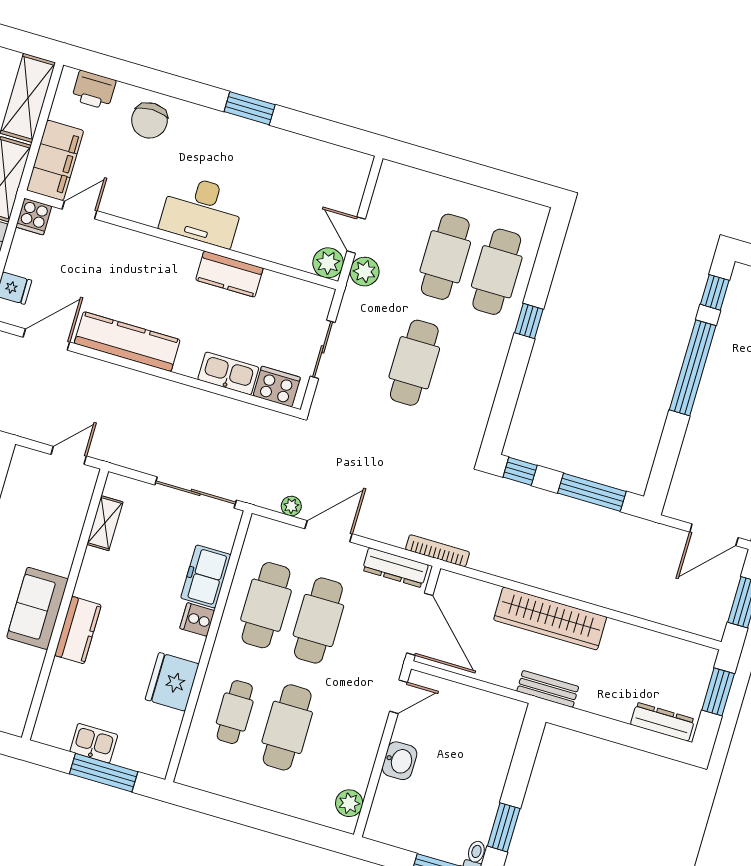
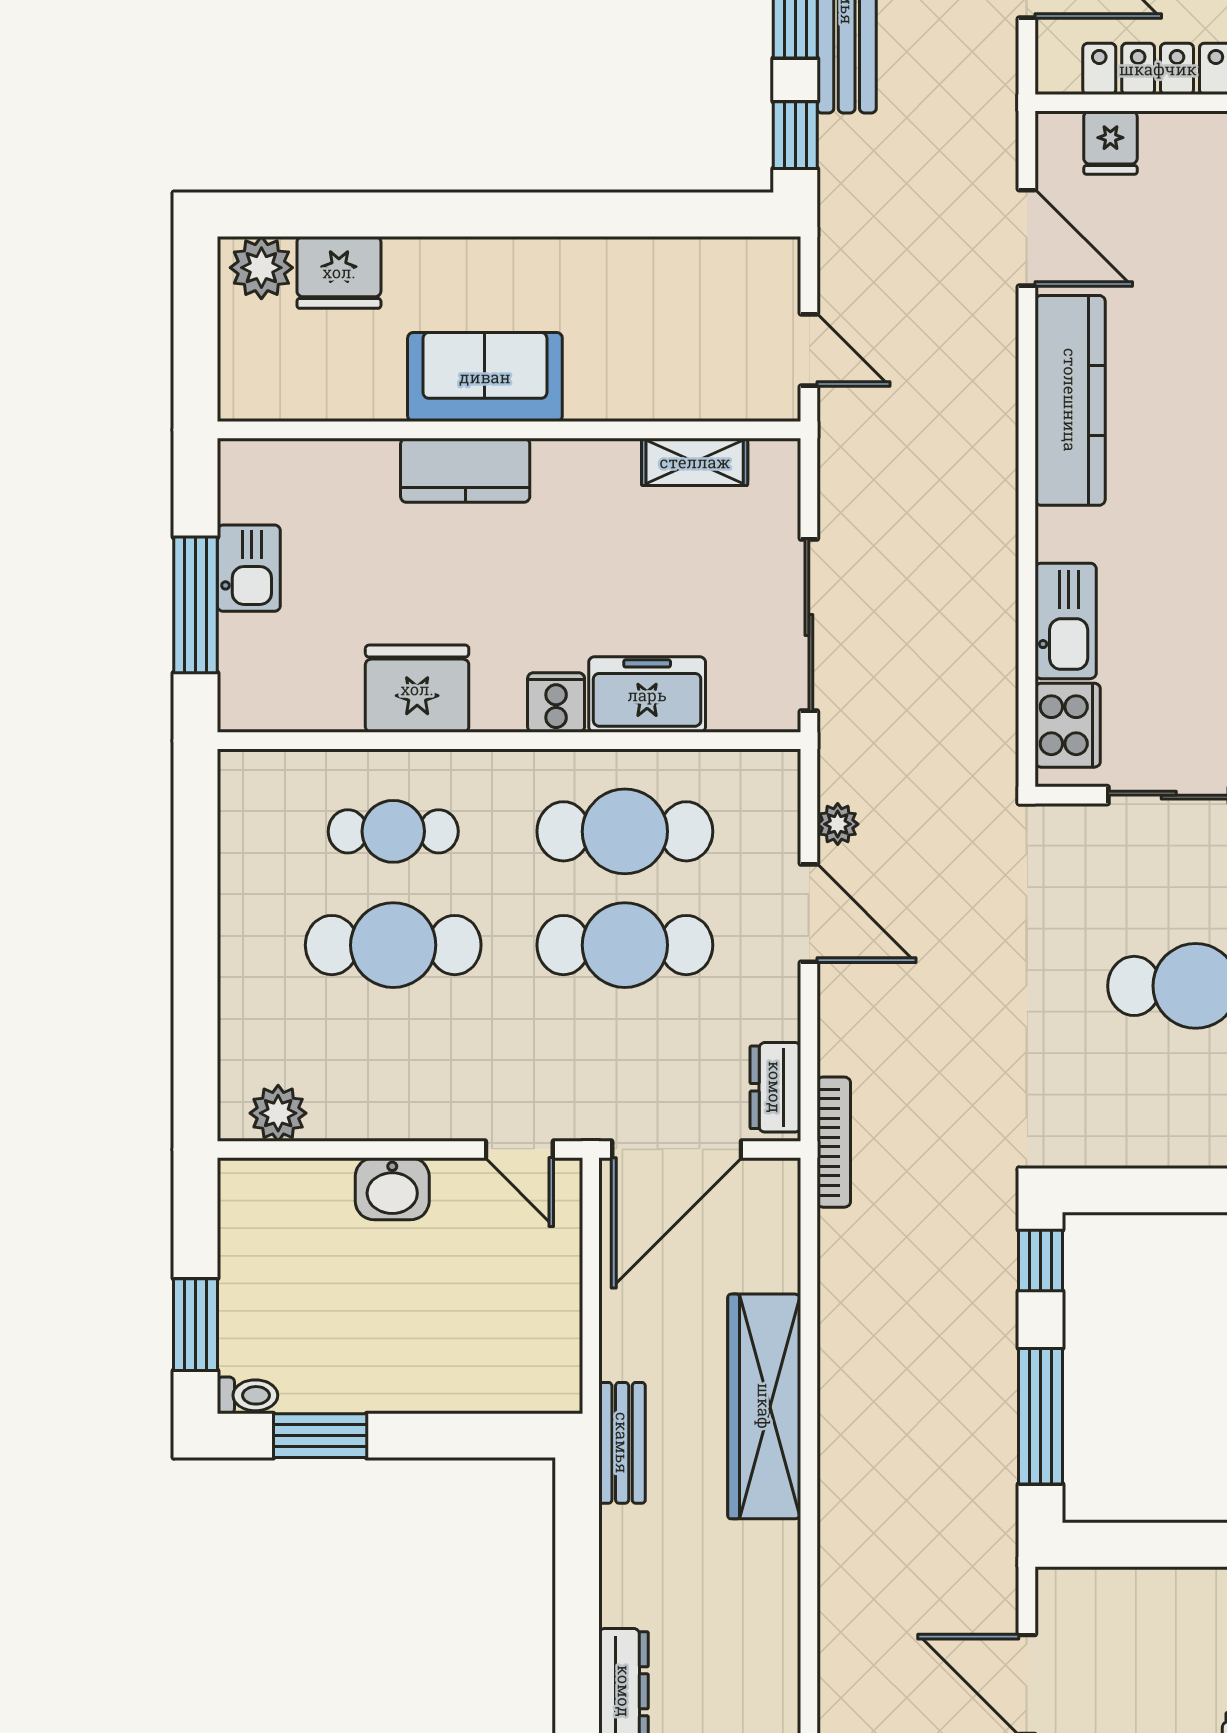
dresser: (395, 568) -> (775, 1087), width x0.70

